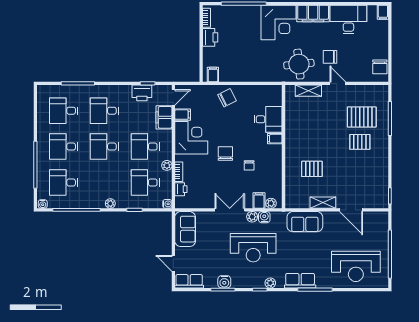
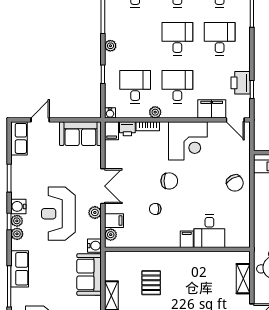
filing cabinet: (183, 115) -> (112, 131), moved
water cooler: (264, 217) -> (94, 246), moved
water cooler: (224, 282) -> (18, 206), moved
plant: (259, 283) -> (17, 221), added

